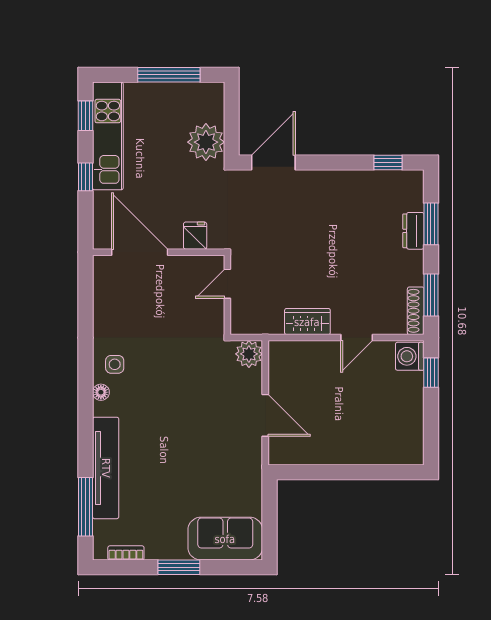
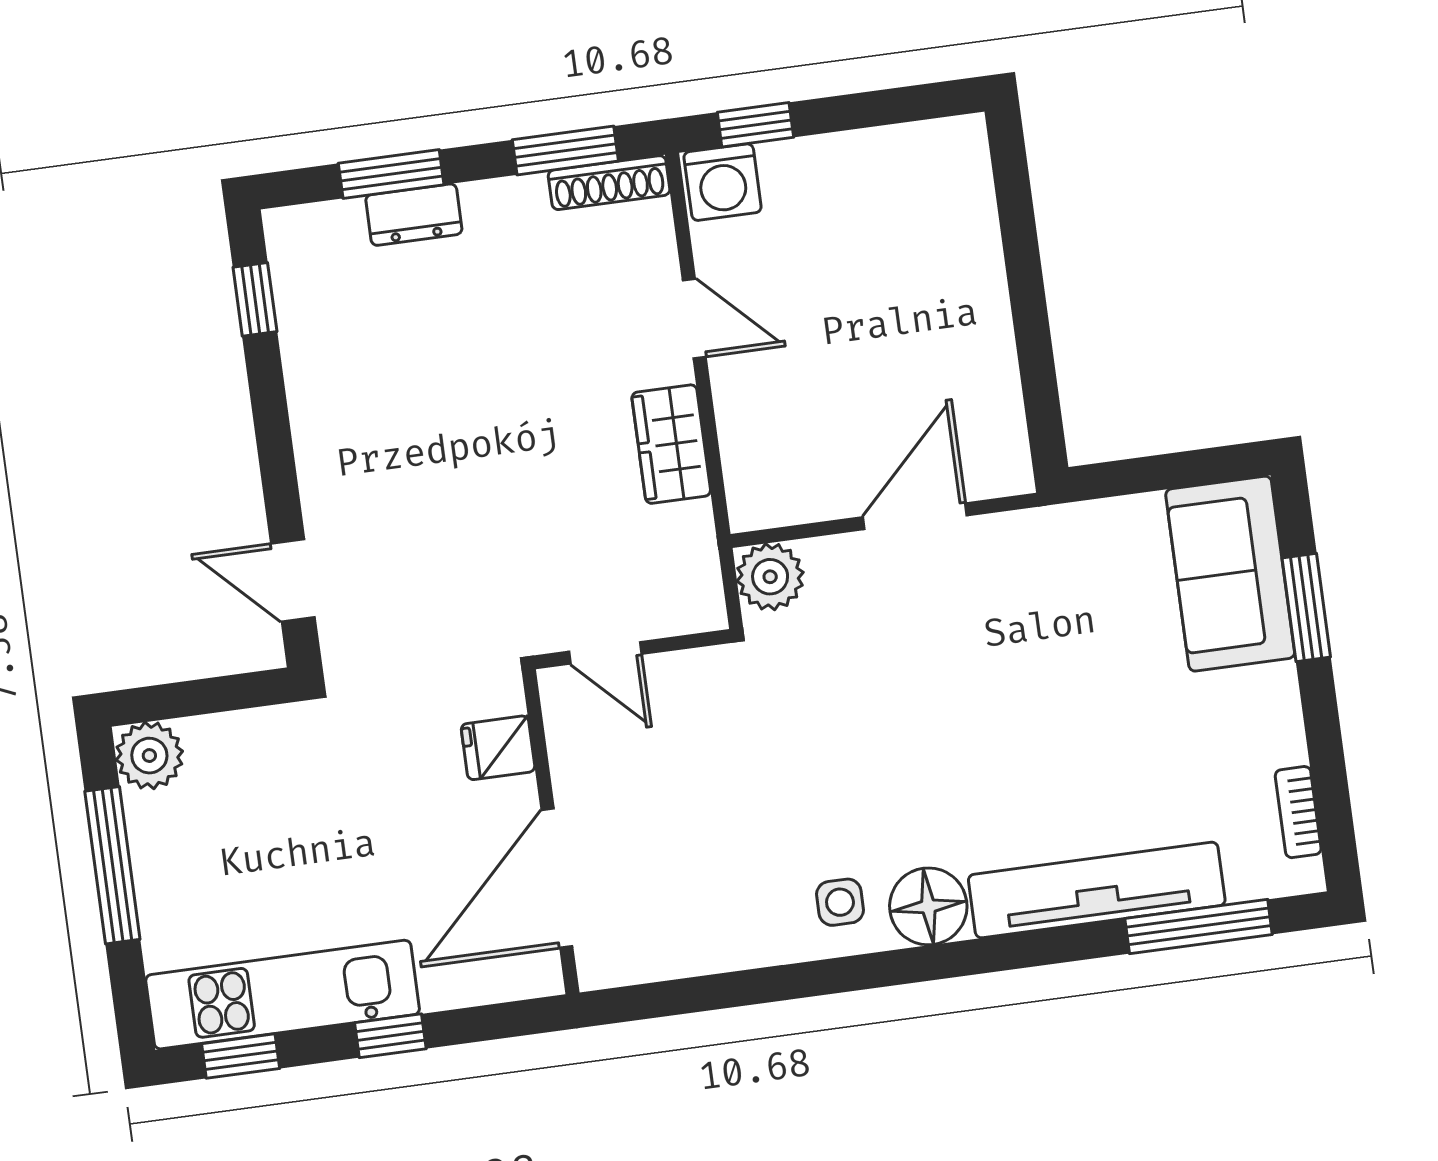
plant: (206, 142) -> (149, 756), moved, width x0.73, depth x0.73
door: (273, 163) -> (293, 580), width x0.73
floor lamp: (101, 392) -> (928, 906), width x1.89, depth x1.89
window: (179, 567) -> (1306, 607), moved

